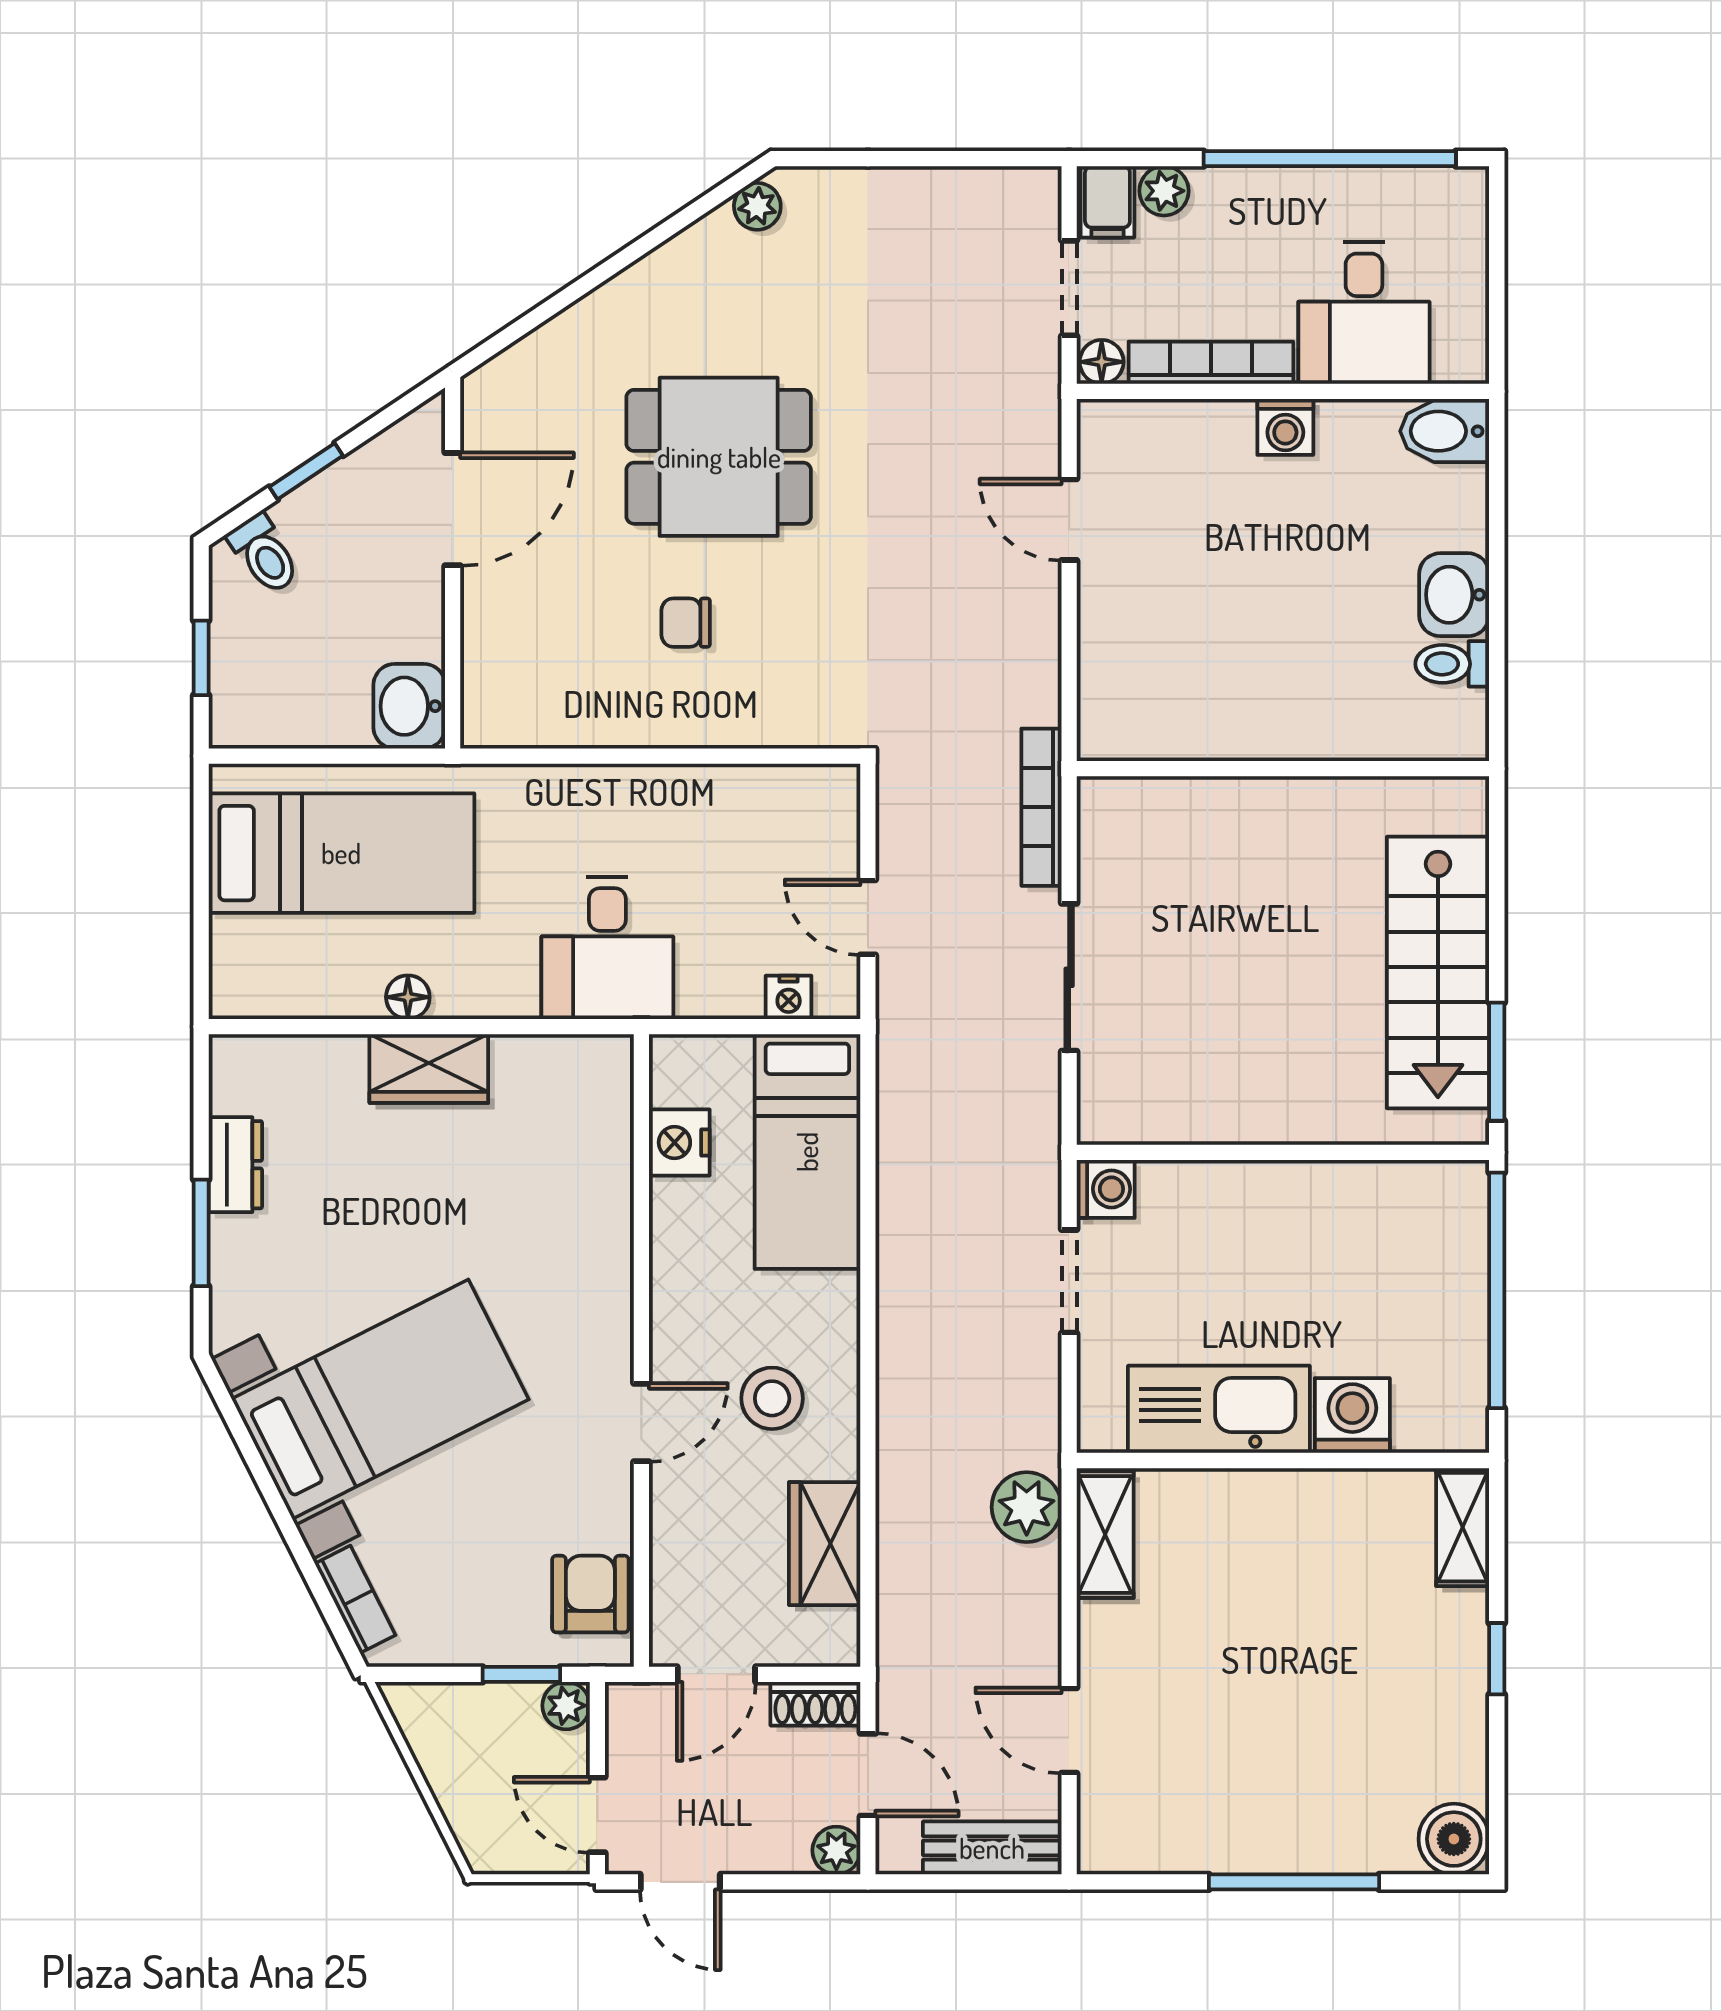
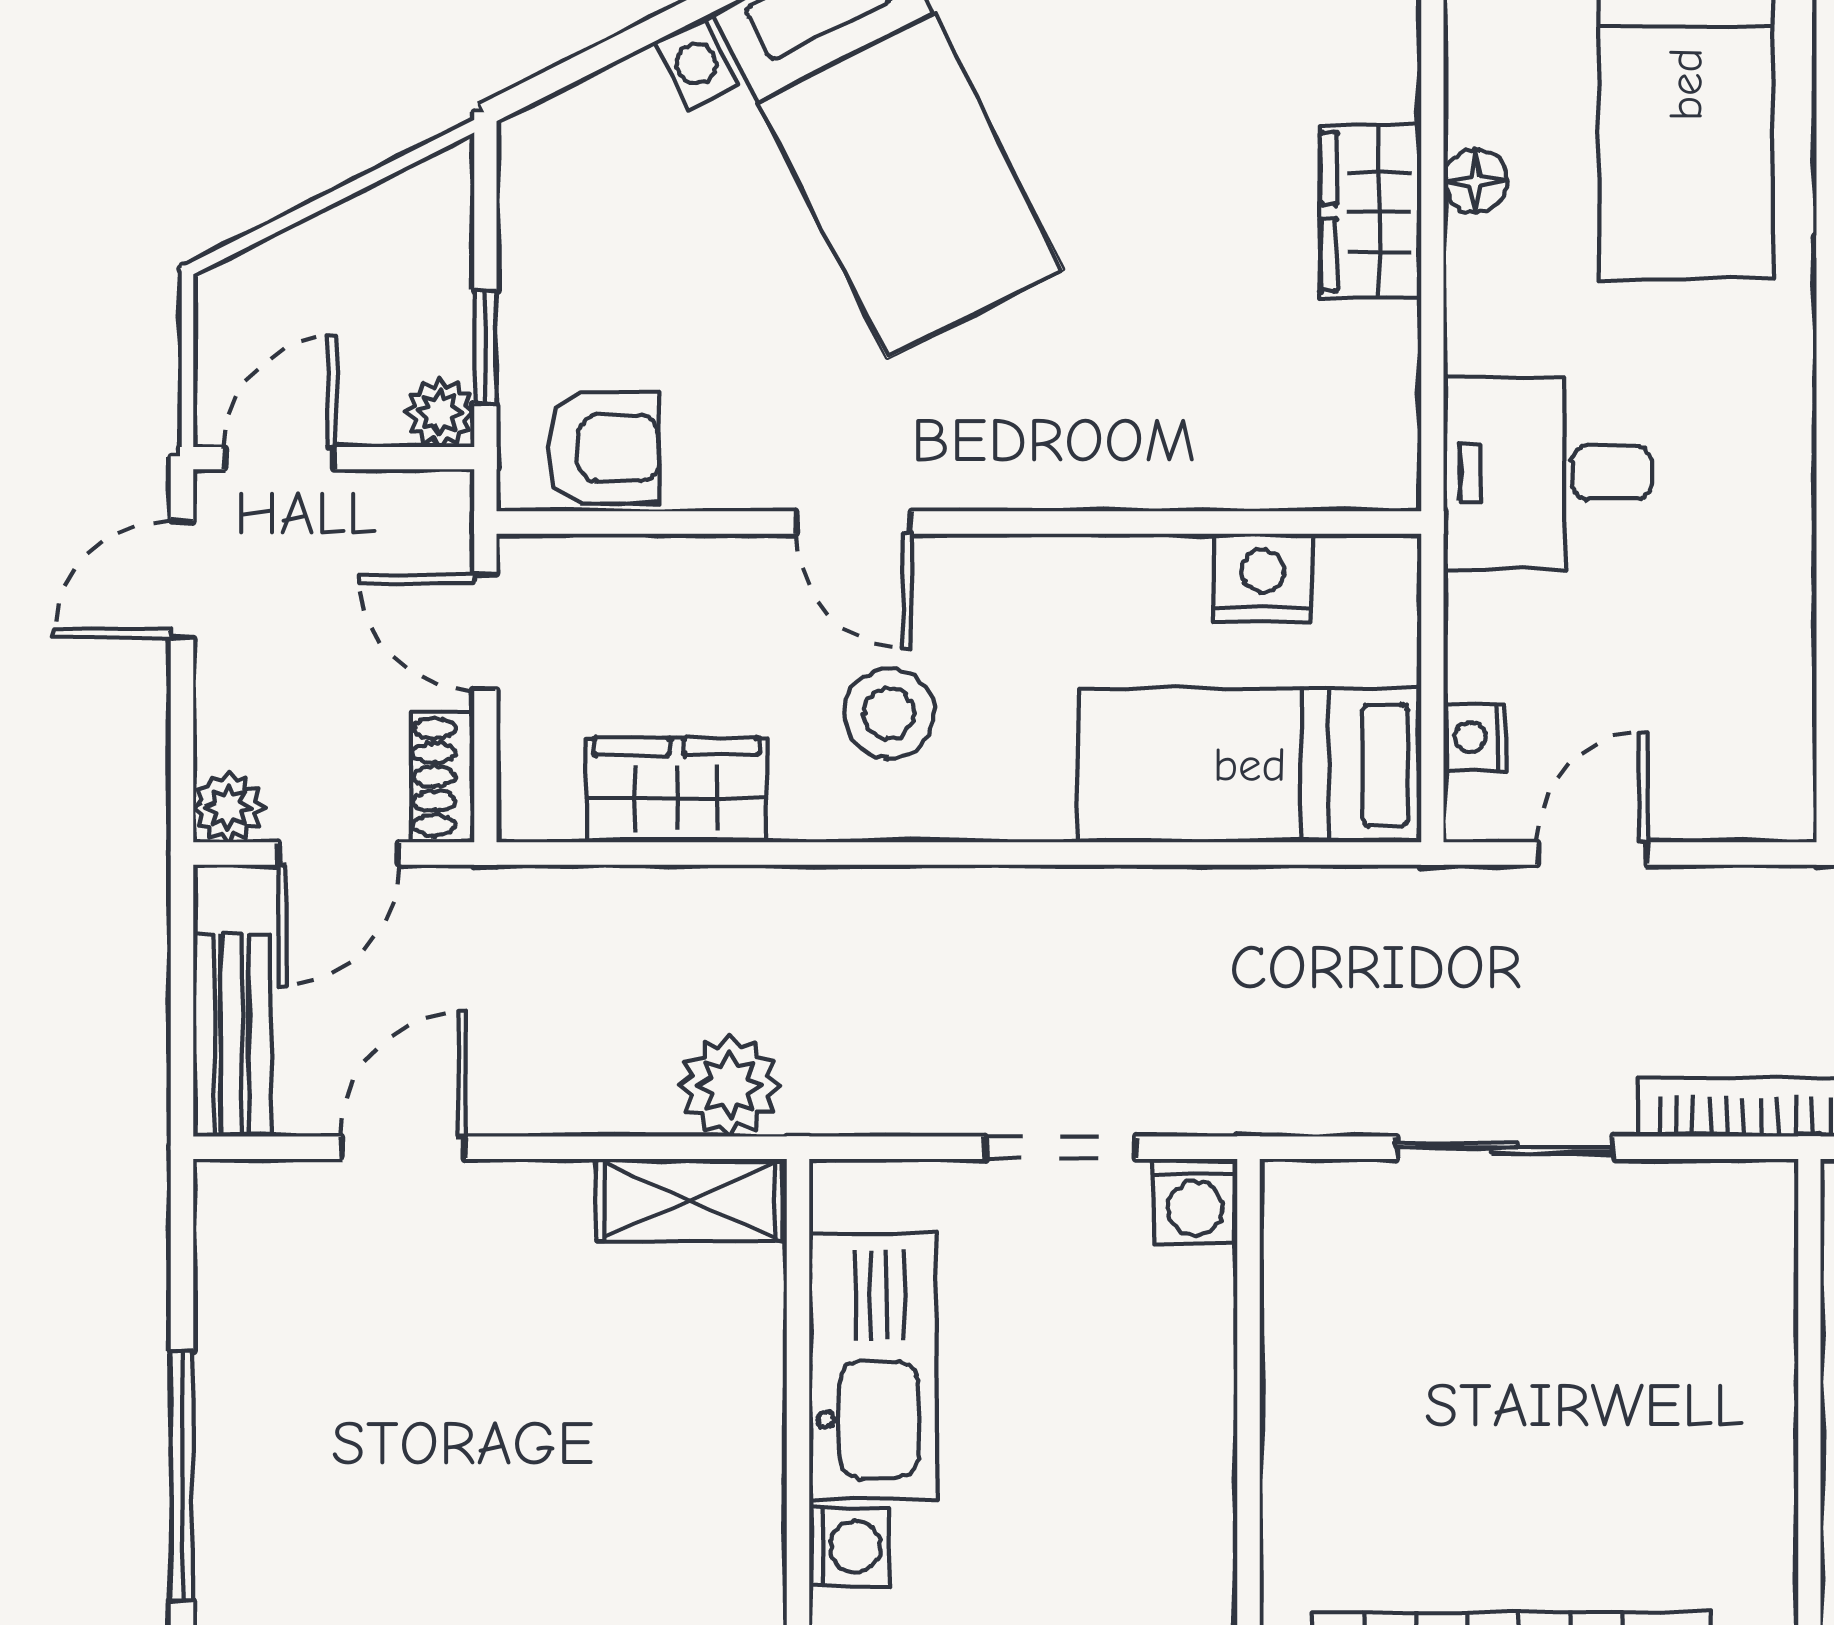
washing machine: (1352, 1416) -> (849, 1547), width x0.73, depth x0.73
bookcase: (355, 1599) -> (595, 104), removed

